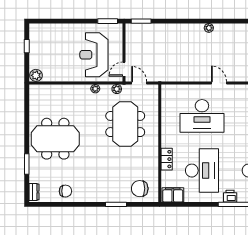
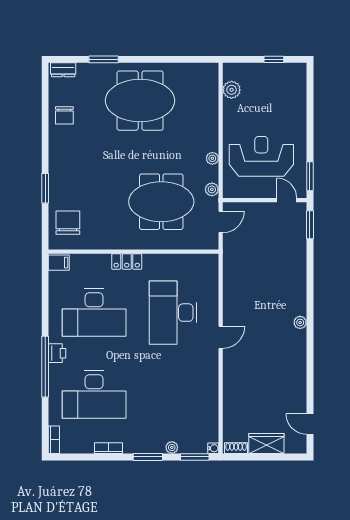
door: (124, 69) -> (287, 200), moved
plant: (36, 75) -> (232, 90), moved
meeting table: (55, 139) -> (140, 101), turned 90
locker: (167, 159) -> (127, 261), moved
filing cabinet: (173, 195) -> (59, 263), width x0.50

